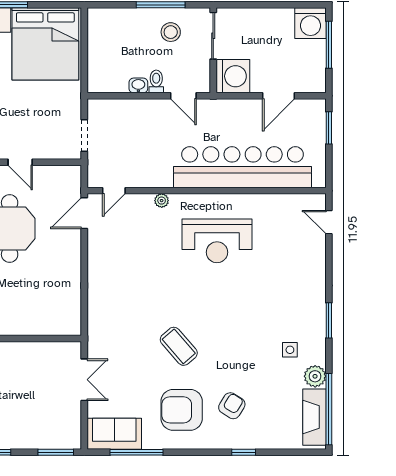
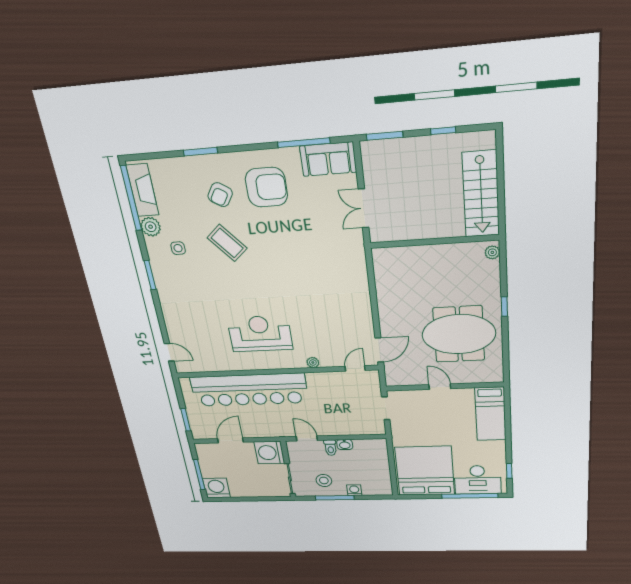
washing machine: (134, 16) -> (354, 490), added
coffee table: (179, 346) -> (227, 243), moved
window: (244, 452) -> (200, 152), width x1.50

